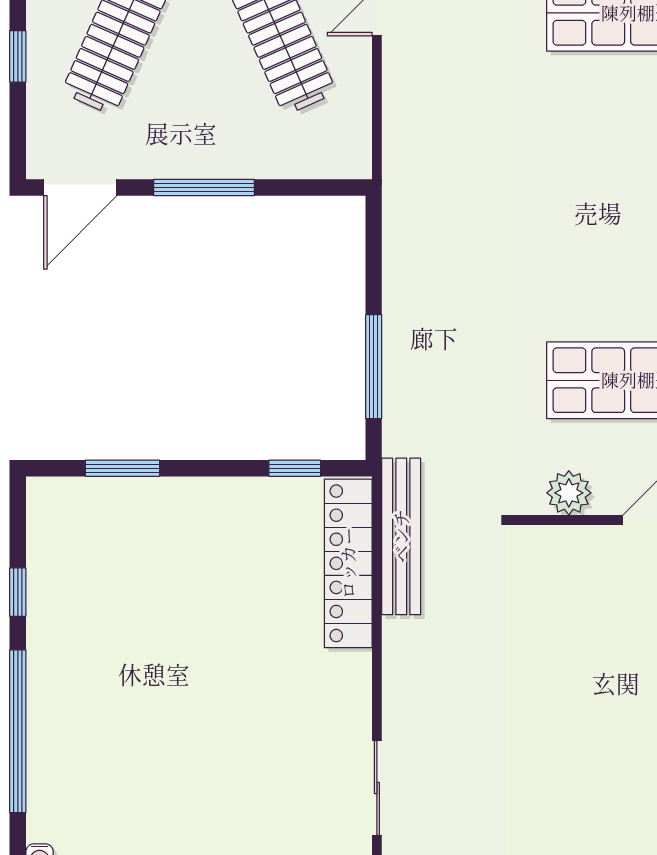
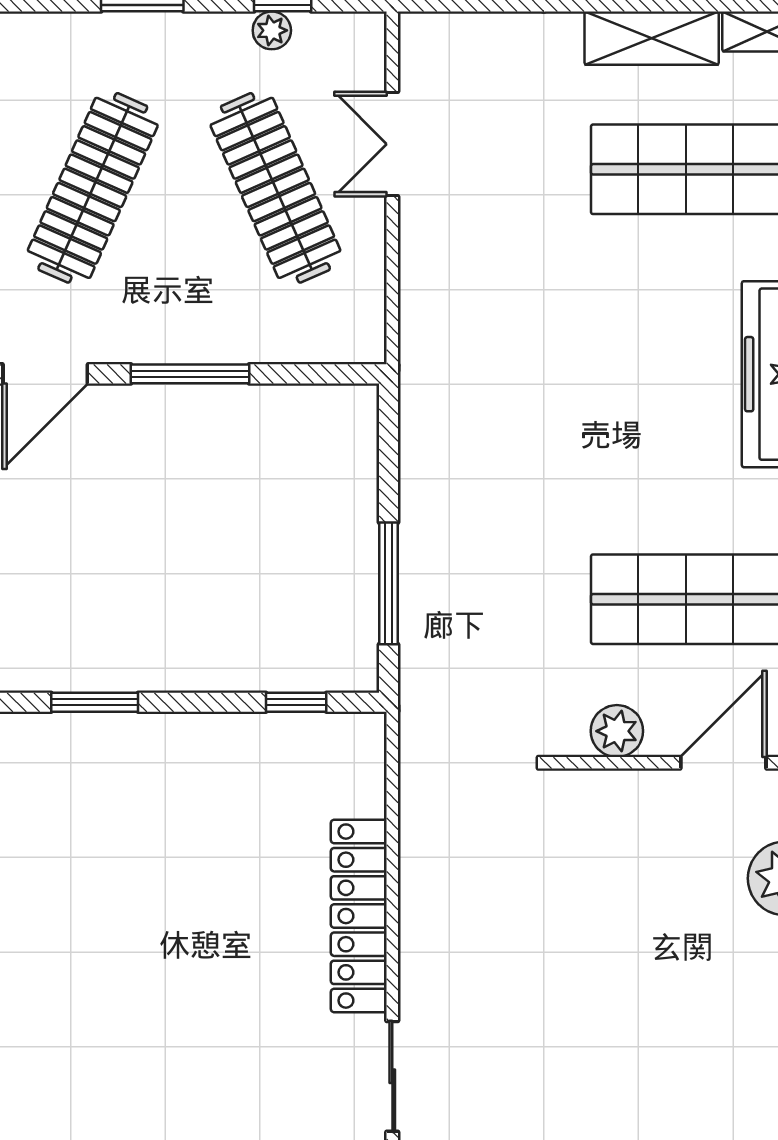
bench: (401, 536) -> (421, 782), removed
locker: (348, 563) -> (359, 916), moved

